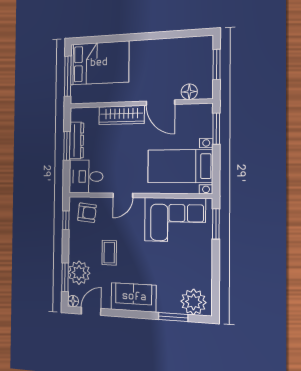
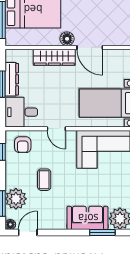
floor lamp: (189, 92) -> (67, 39), moved
door: (123, 195) -> (56, 129), hinge flipped
armchair: (87, 213) -> (23, 145), turned 84
sofa: (134, 297) -> (88, 218), moved

